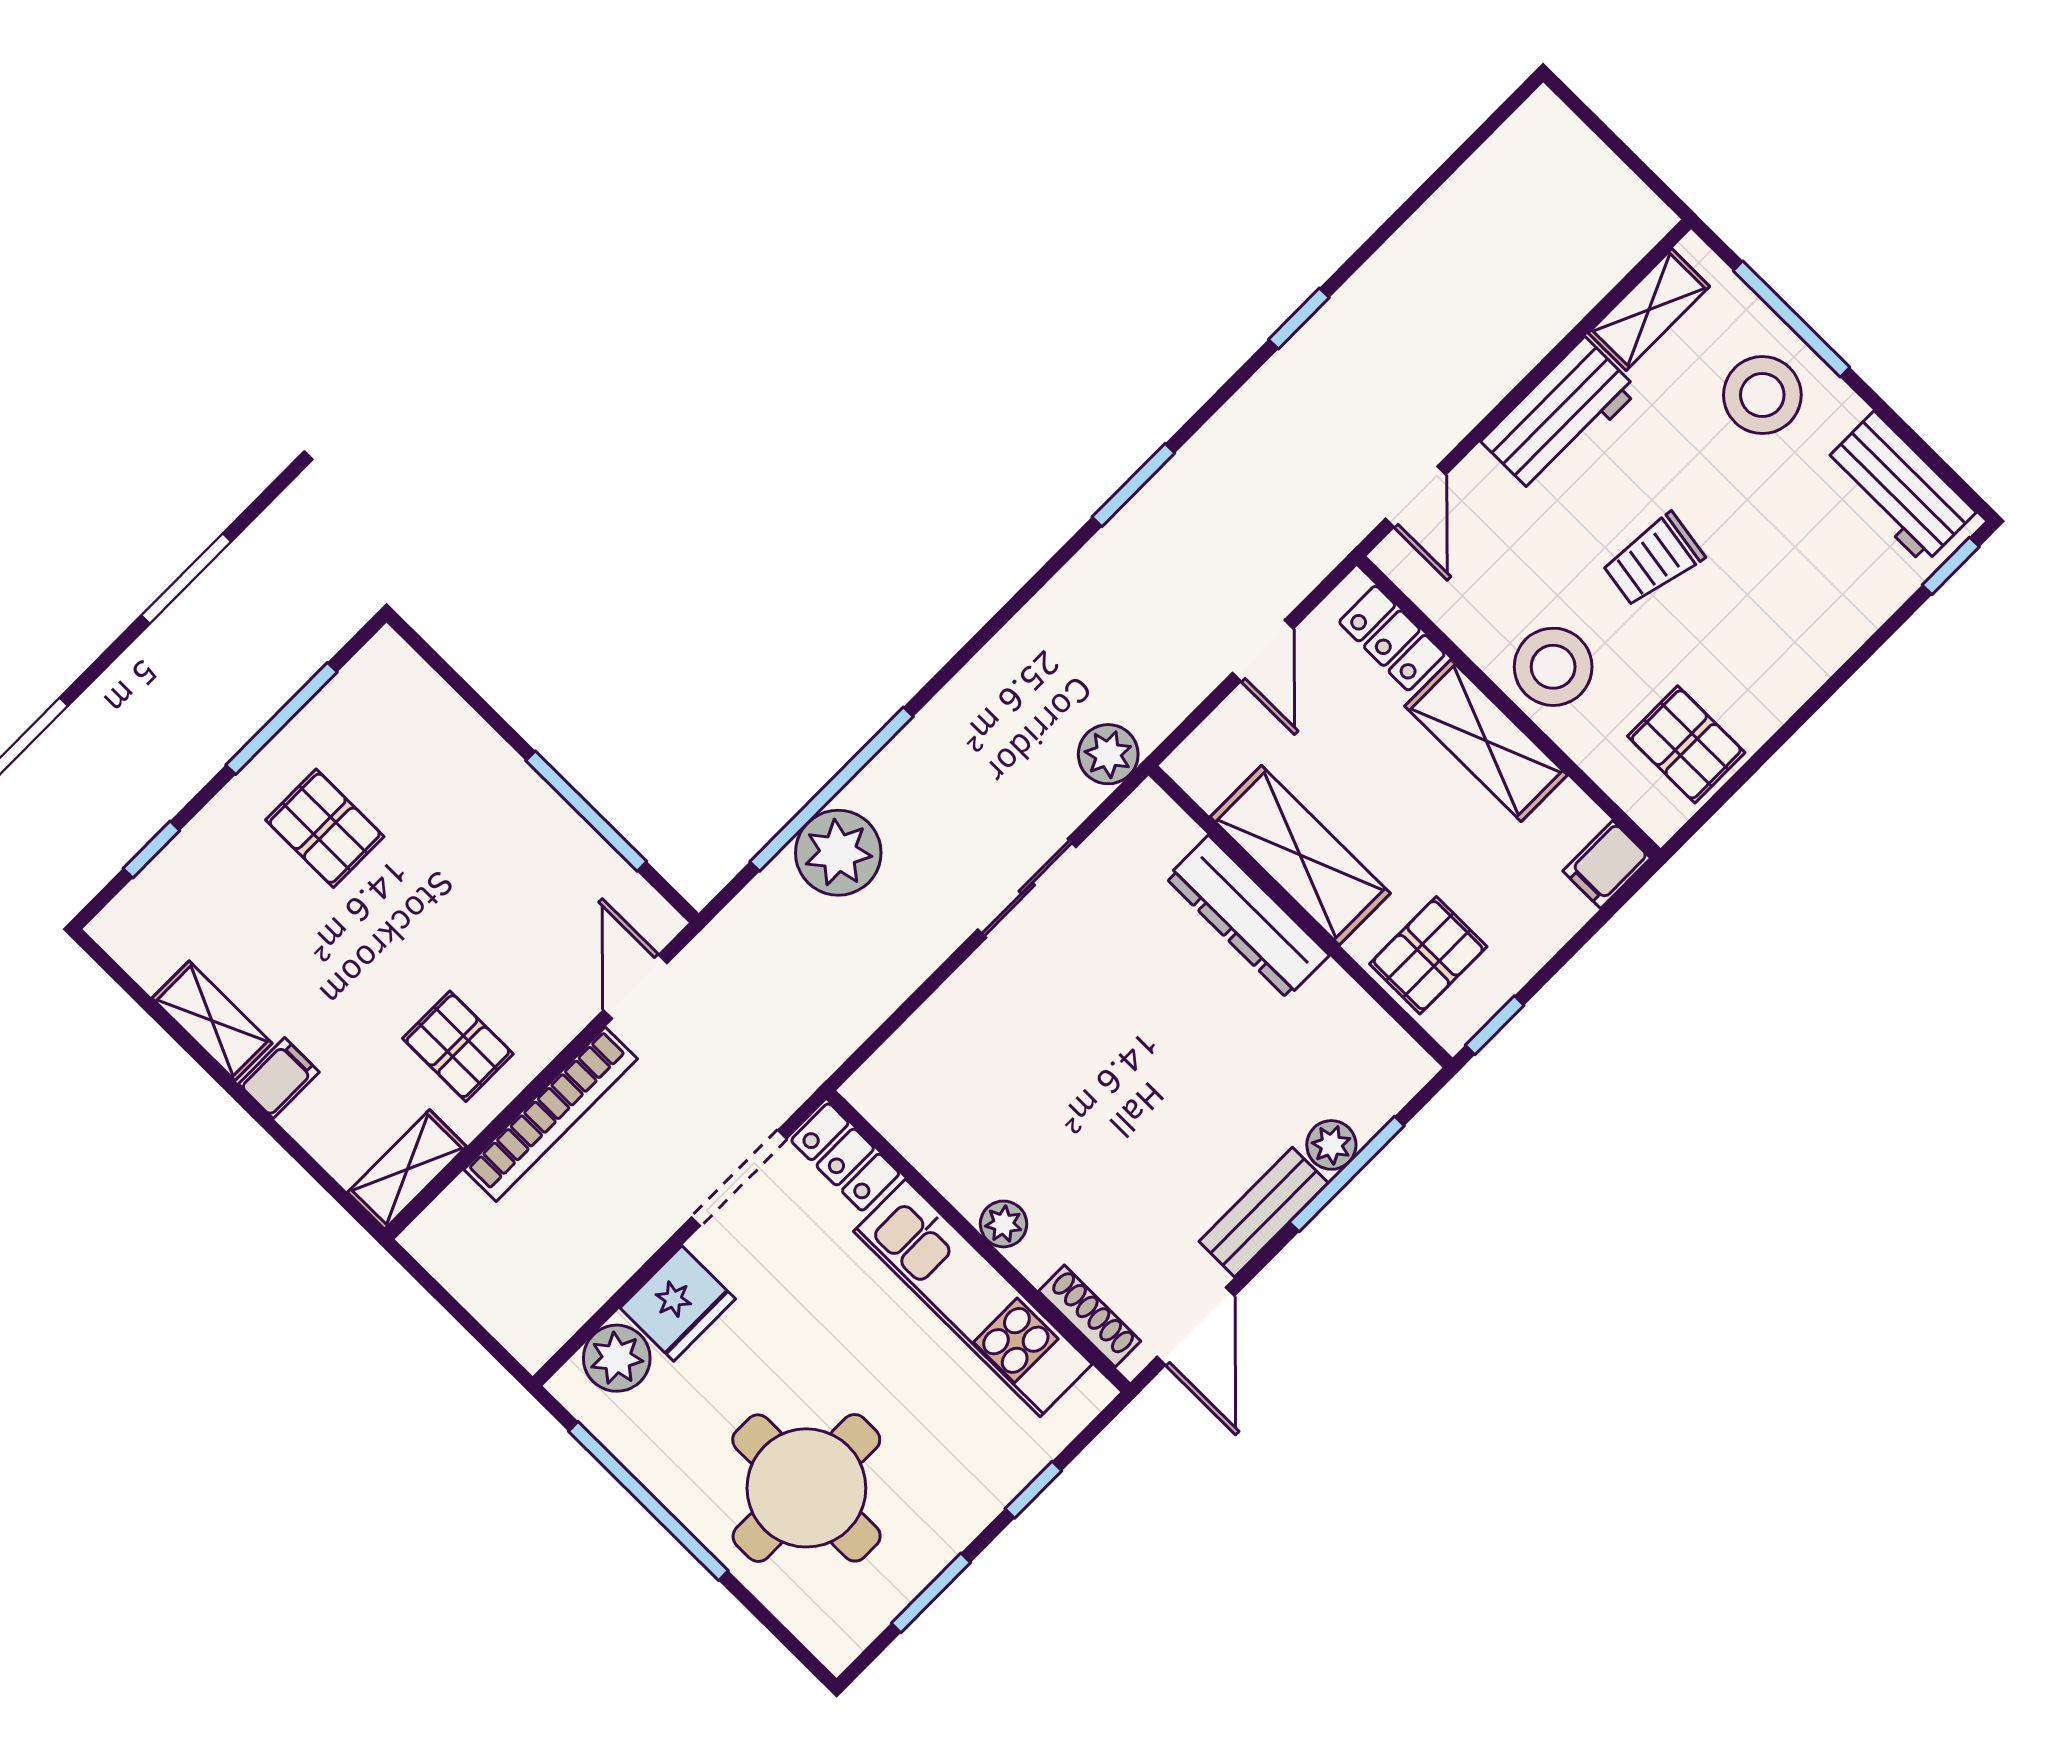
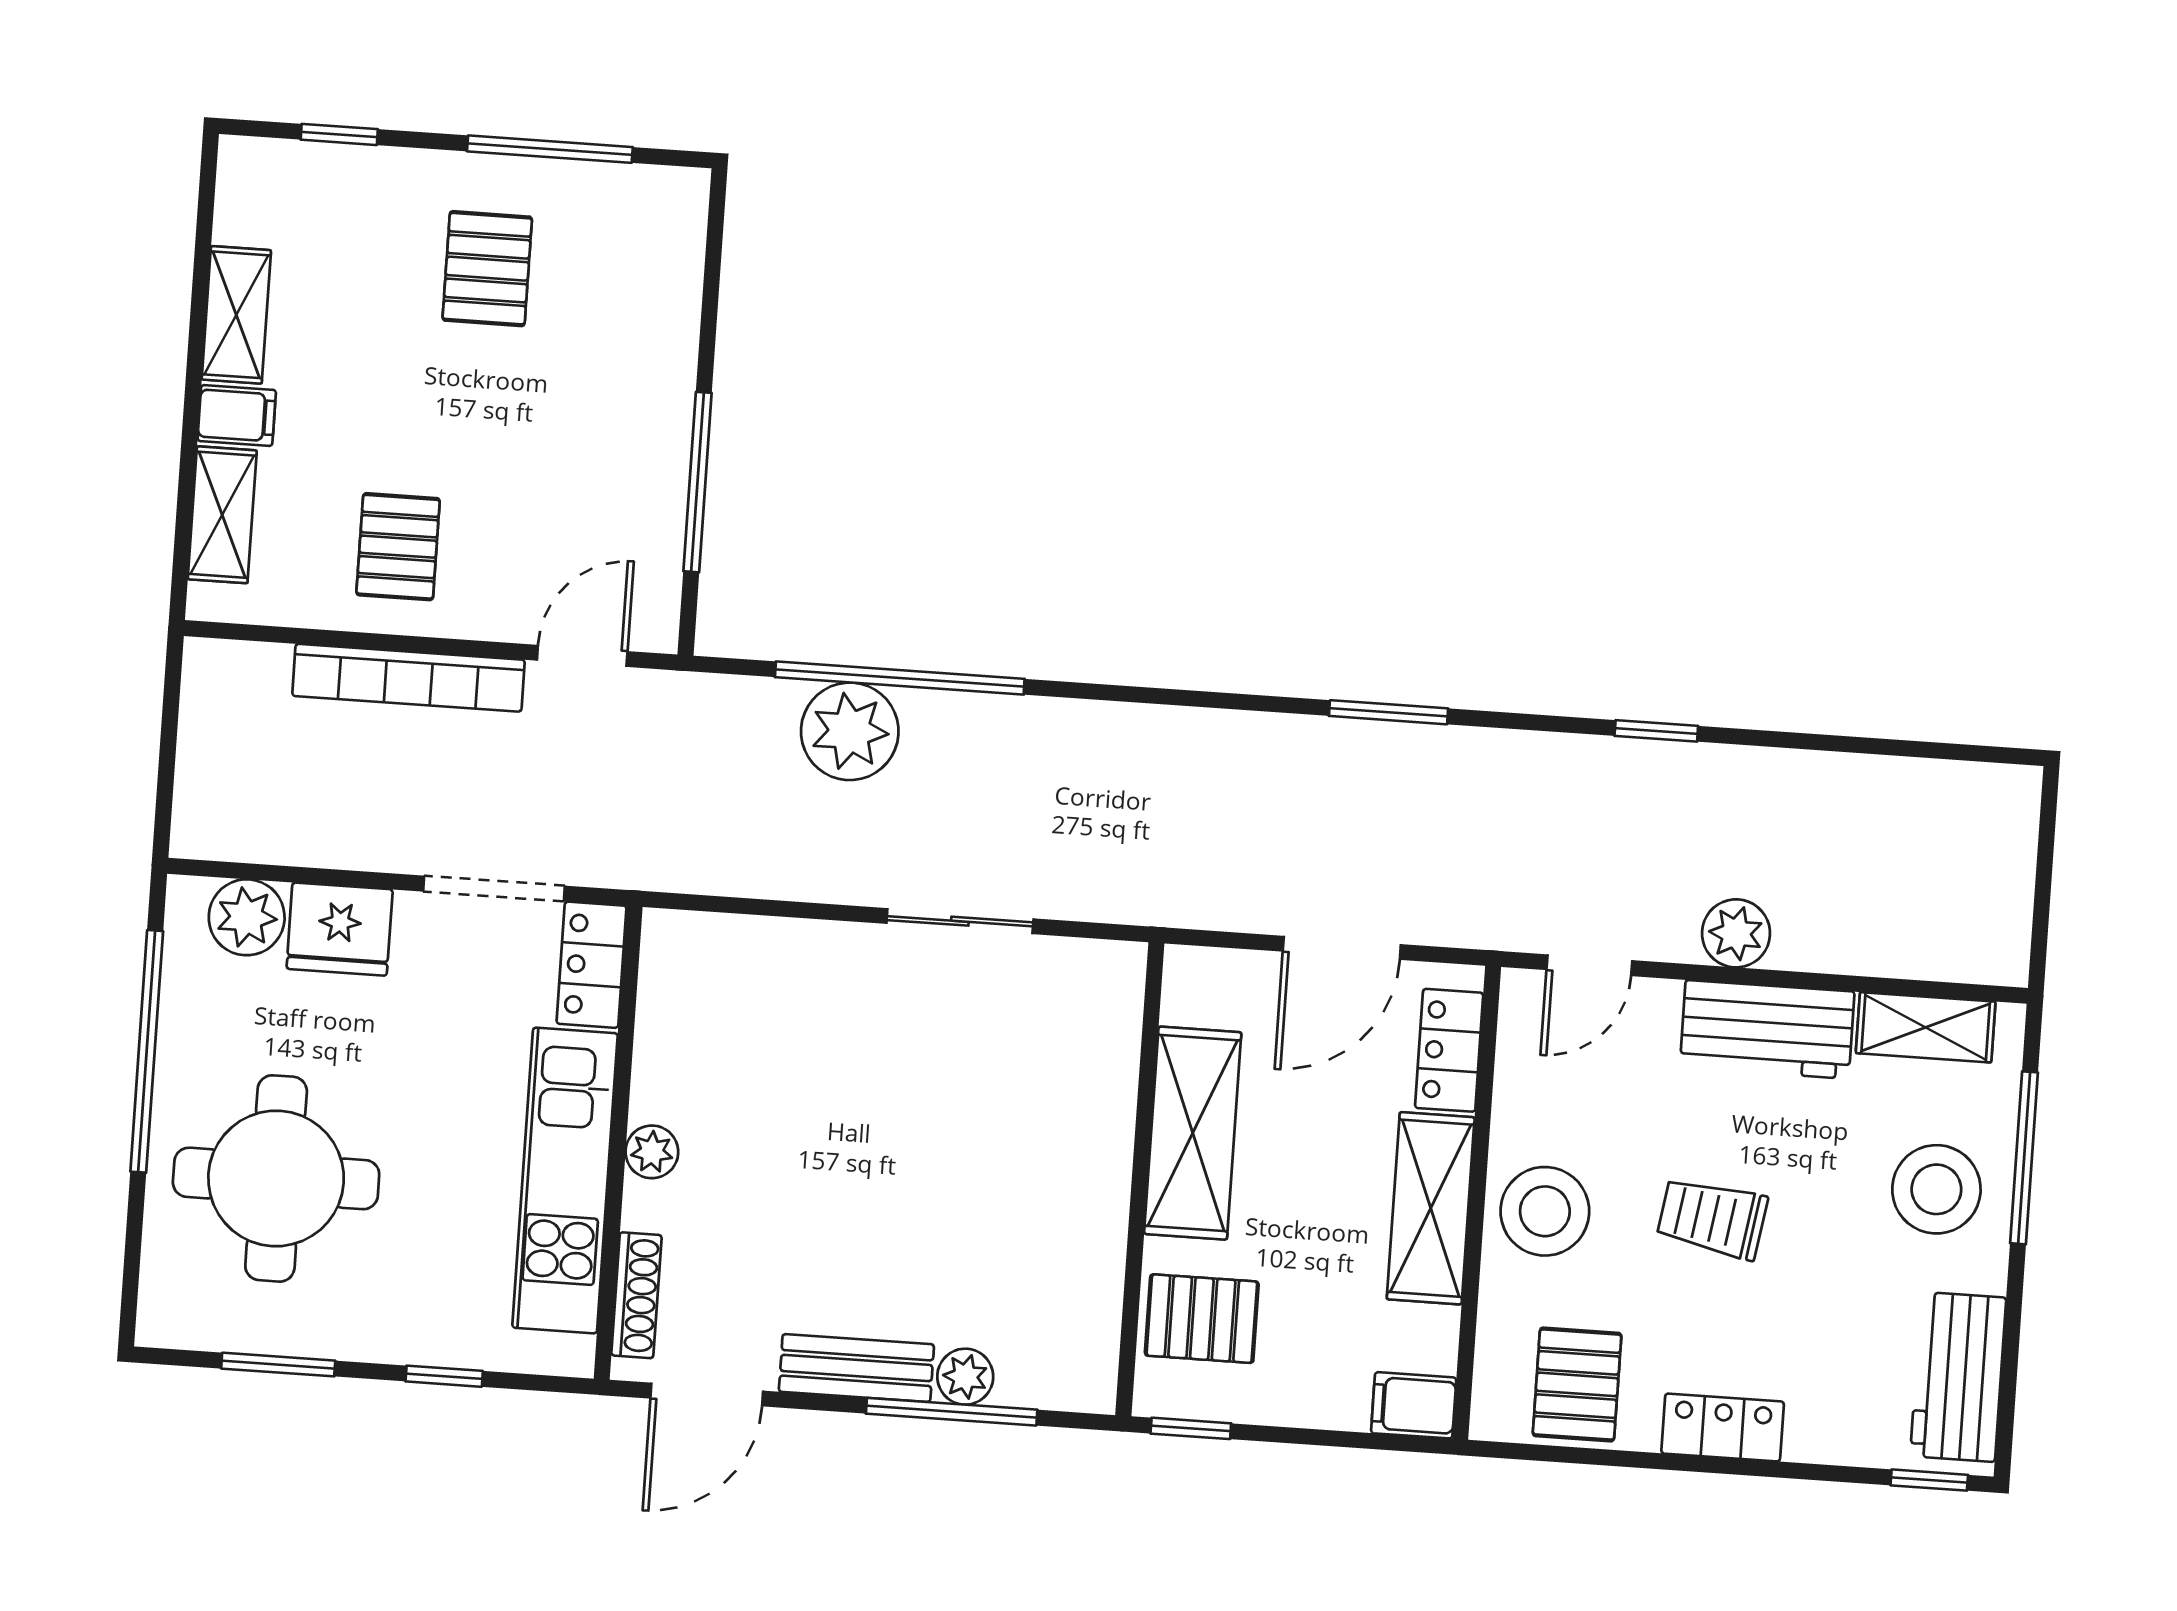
door: (1263, 651) -> (1342, 948), width x1.38
locker: (1798, 673) -> (1723, 1427), added
plant: (1108, 754) -> (1736, 933), moved
dresser: (1248, 917) -> (1100, 1134), removed
shelving: (407, 1169) -> (222, 515), moved, turned 90

